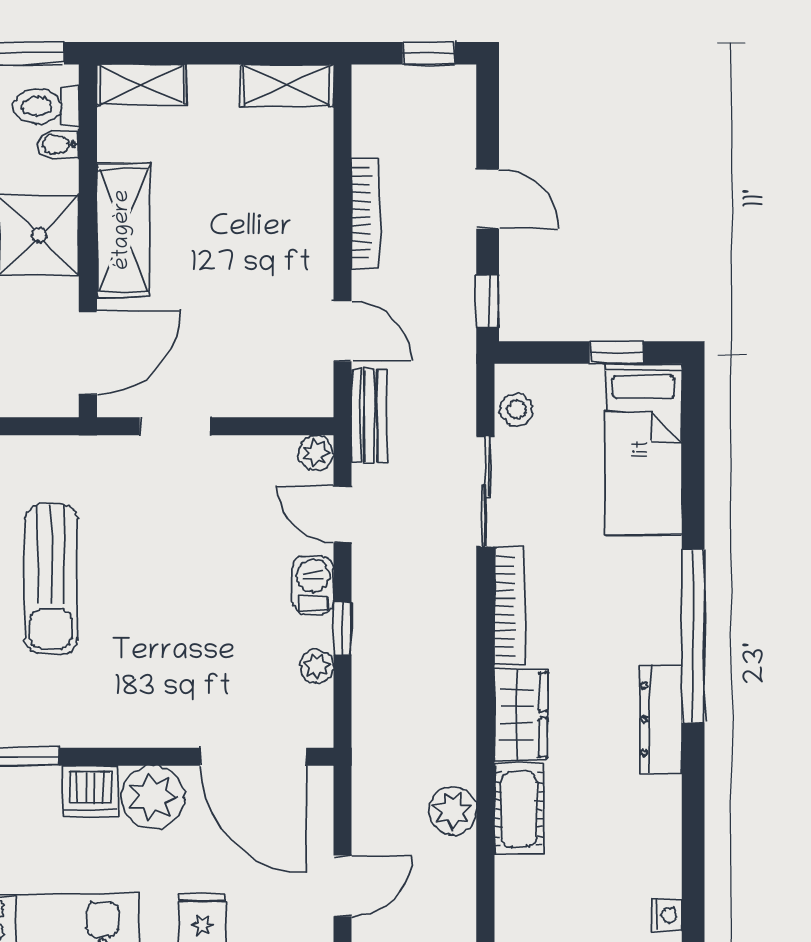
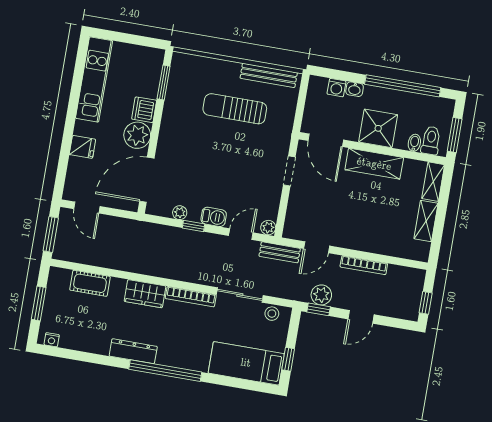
shelving: (287, 86) -> (426, 221), moved
cot: (519, 809) -> (90, 283), moved
plant: (452, 811) -> (321, 295), moved

